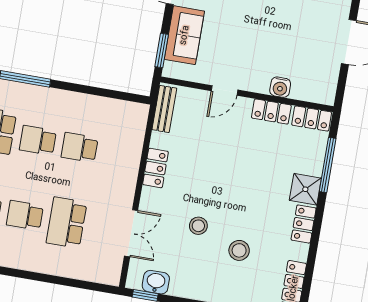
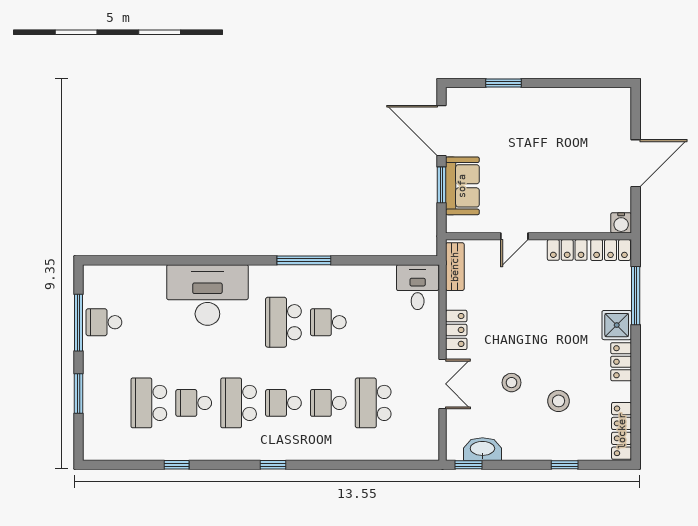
window: (162, 50) -> (442, 185), moved
water cooler: (280, 87) -> (621, 223), moved
desk: (126, 122) -> (418, 287), added
school desk: (80, 148) -> (373, 322), removed
double door: (131, 233) -> (443, 384), moved
washbasin: (156, 282) -> (482, 449), width x1.38

